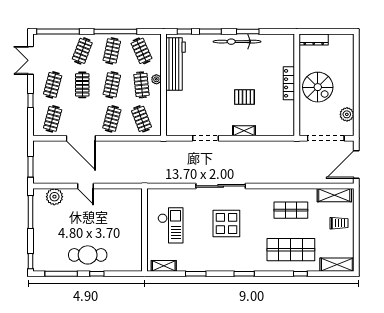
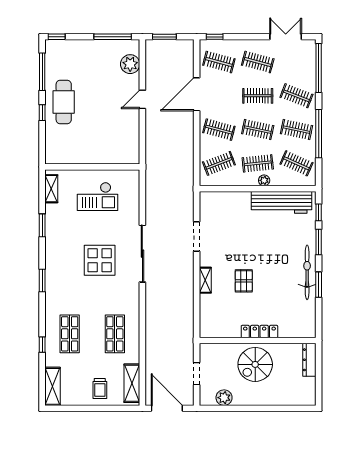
clothes rail: (141, 51) -> (296, 163), turned 48
window: (30, 100) -> (215, 37), moved
doorway: (326, 138) -> (197, 374), width x0.53
shop shelf: (291, 250) -> (70, 334), width x0.70, depth x0.74

